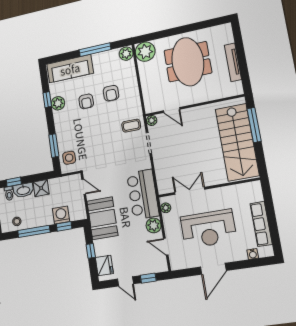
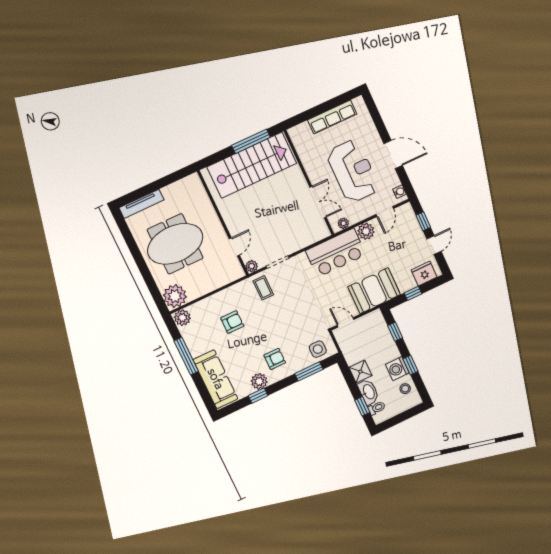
tv unit: (233, 62) -> (142, 204), moved
armchair: (86, 101) -> (275, 359), moved
window: (254, 125) -> (251, 141), moved
door: (84, 187) -> (346, 322), hinge flipped
double door: (190, 191) -> (318, 202), swing flipped
washing machine: (61, 215) -> (397, 369), moved
window: (34, 231) -> (411, 365), width x0.46
water cooler: (253, 254) -> (399, 192), moved

